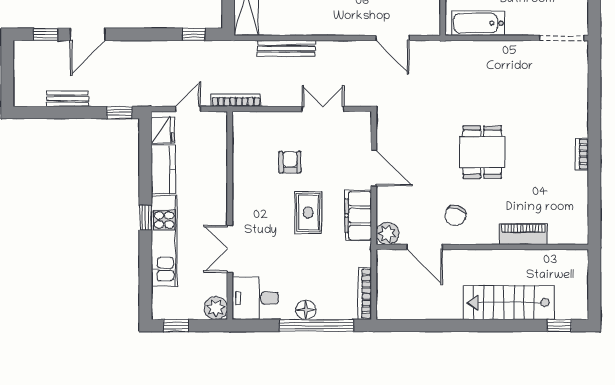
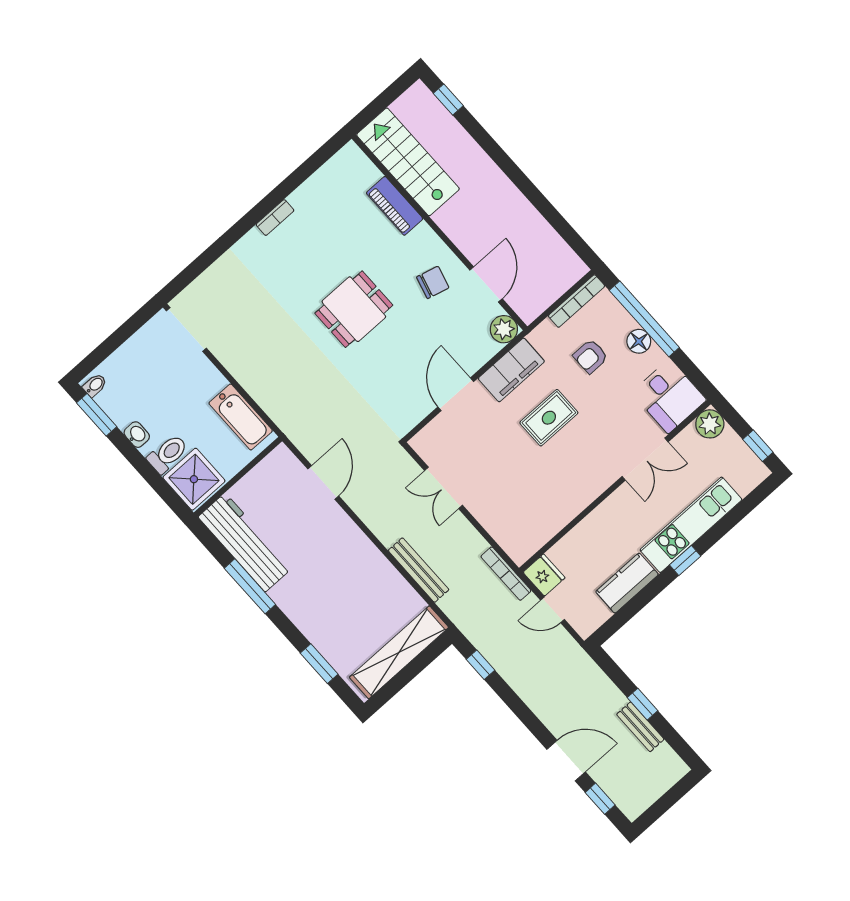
window: (119, 112) -> (642, 704), moved
fridge: (163, 130) -> (544, 575), moved, turned 90
armchair: (290, 162) -> (591, 356), moved
stairs: (509, 303) -> (408, 162), moved, turned 180

